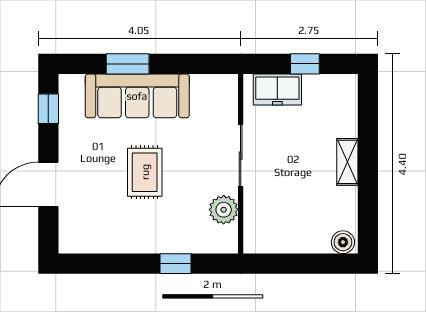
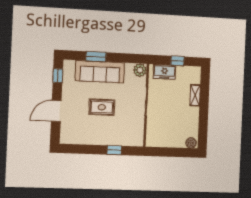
shelving: (347, 162) -> (195, 95), moved
rug: (145, 172) -> (102, 107), turned 90
plant: (224, 210) -> (140, 70), moved

